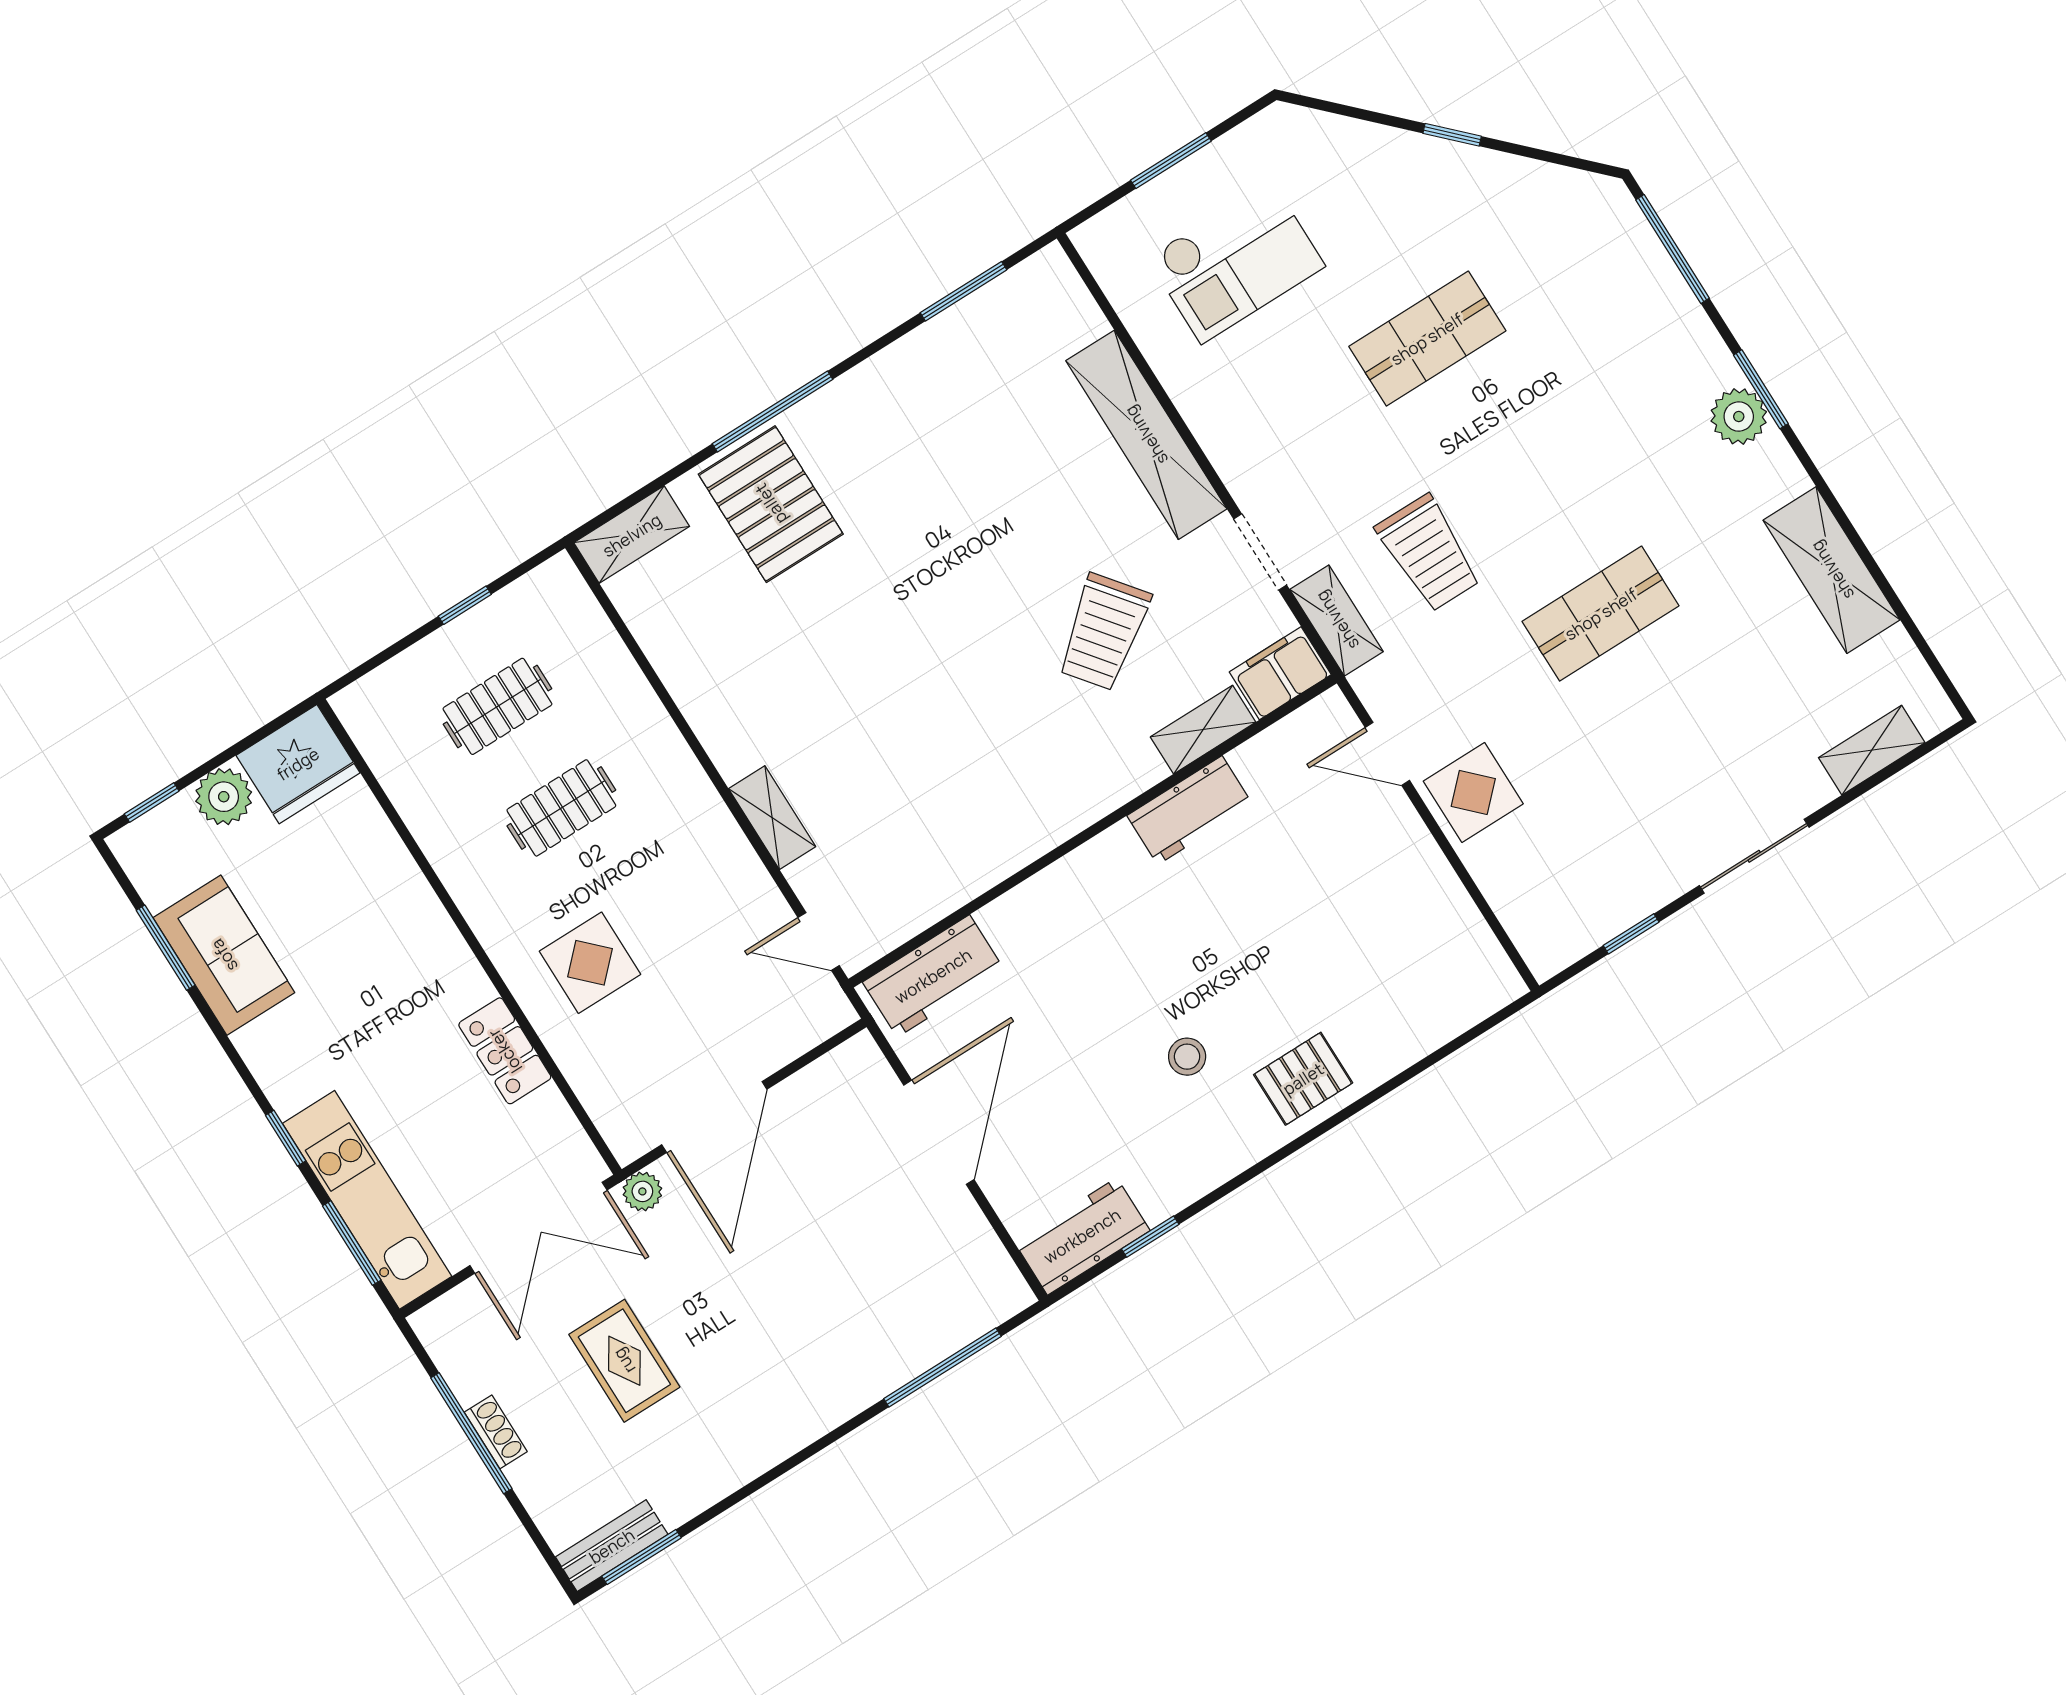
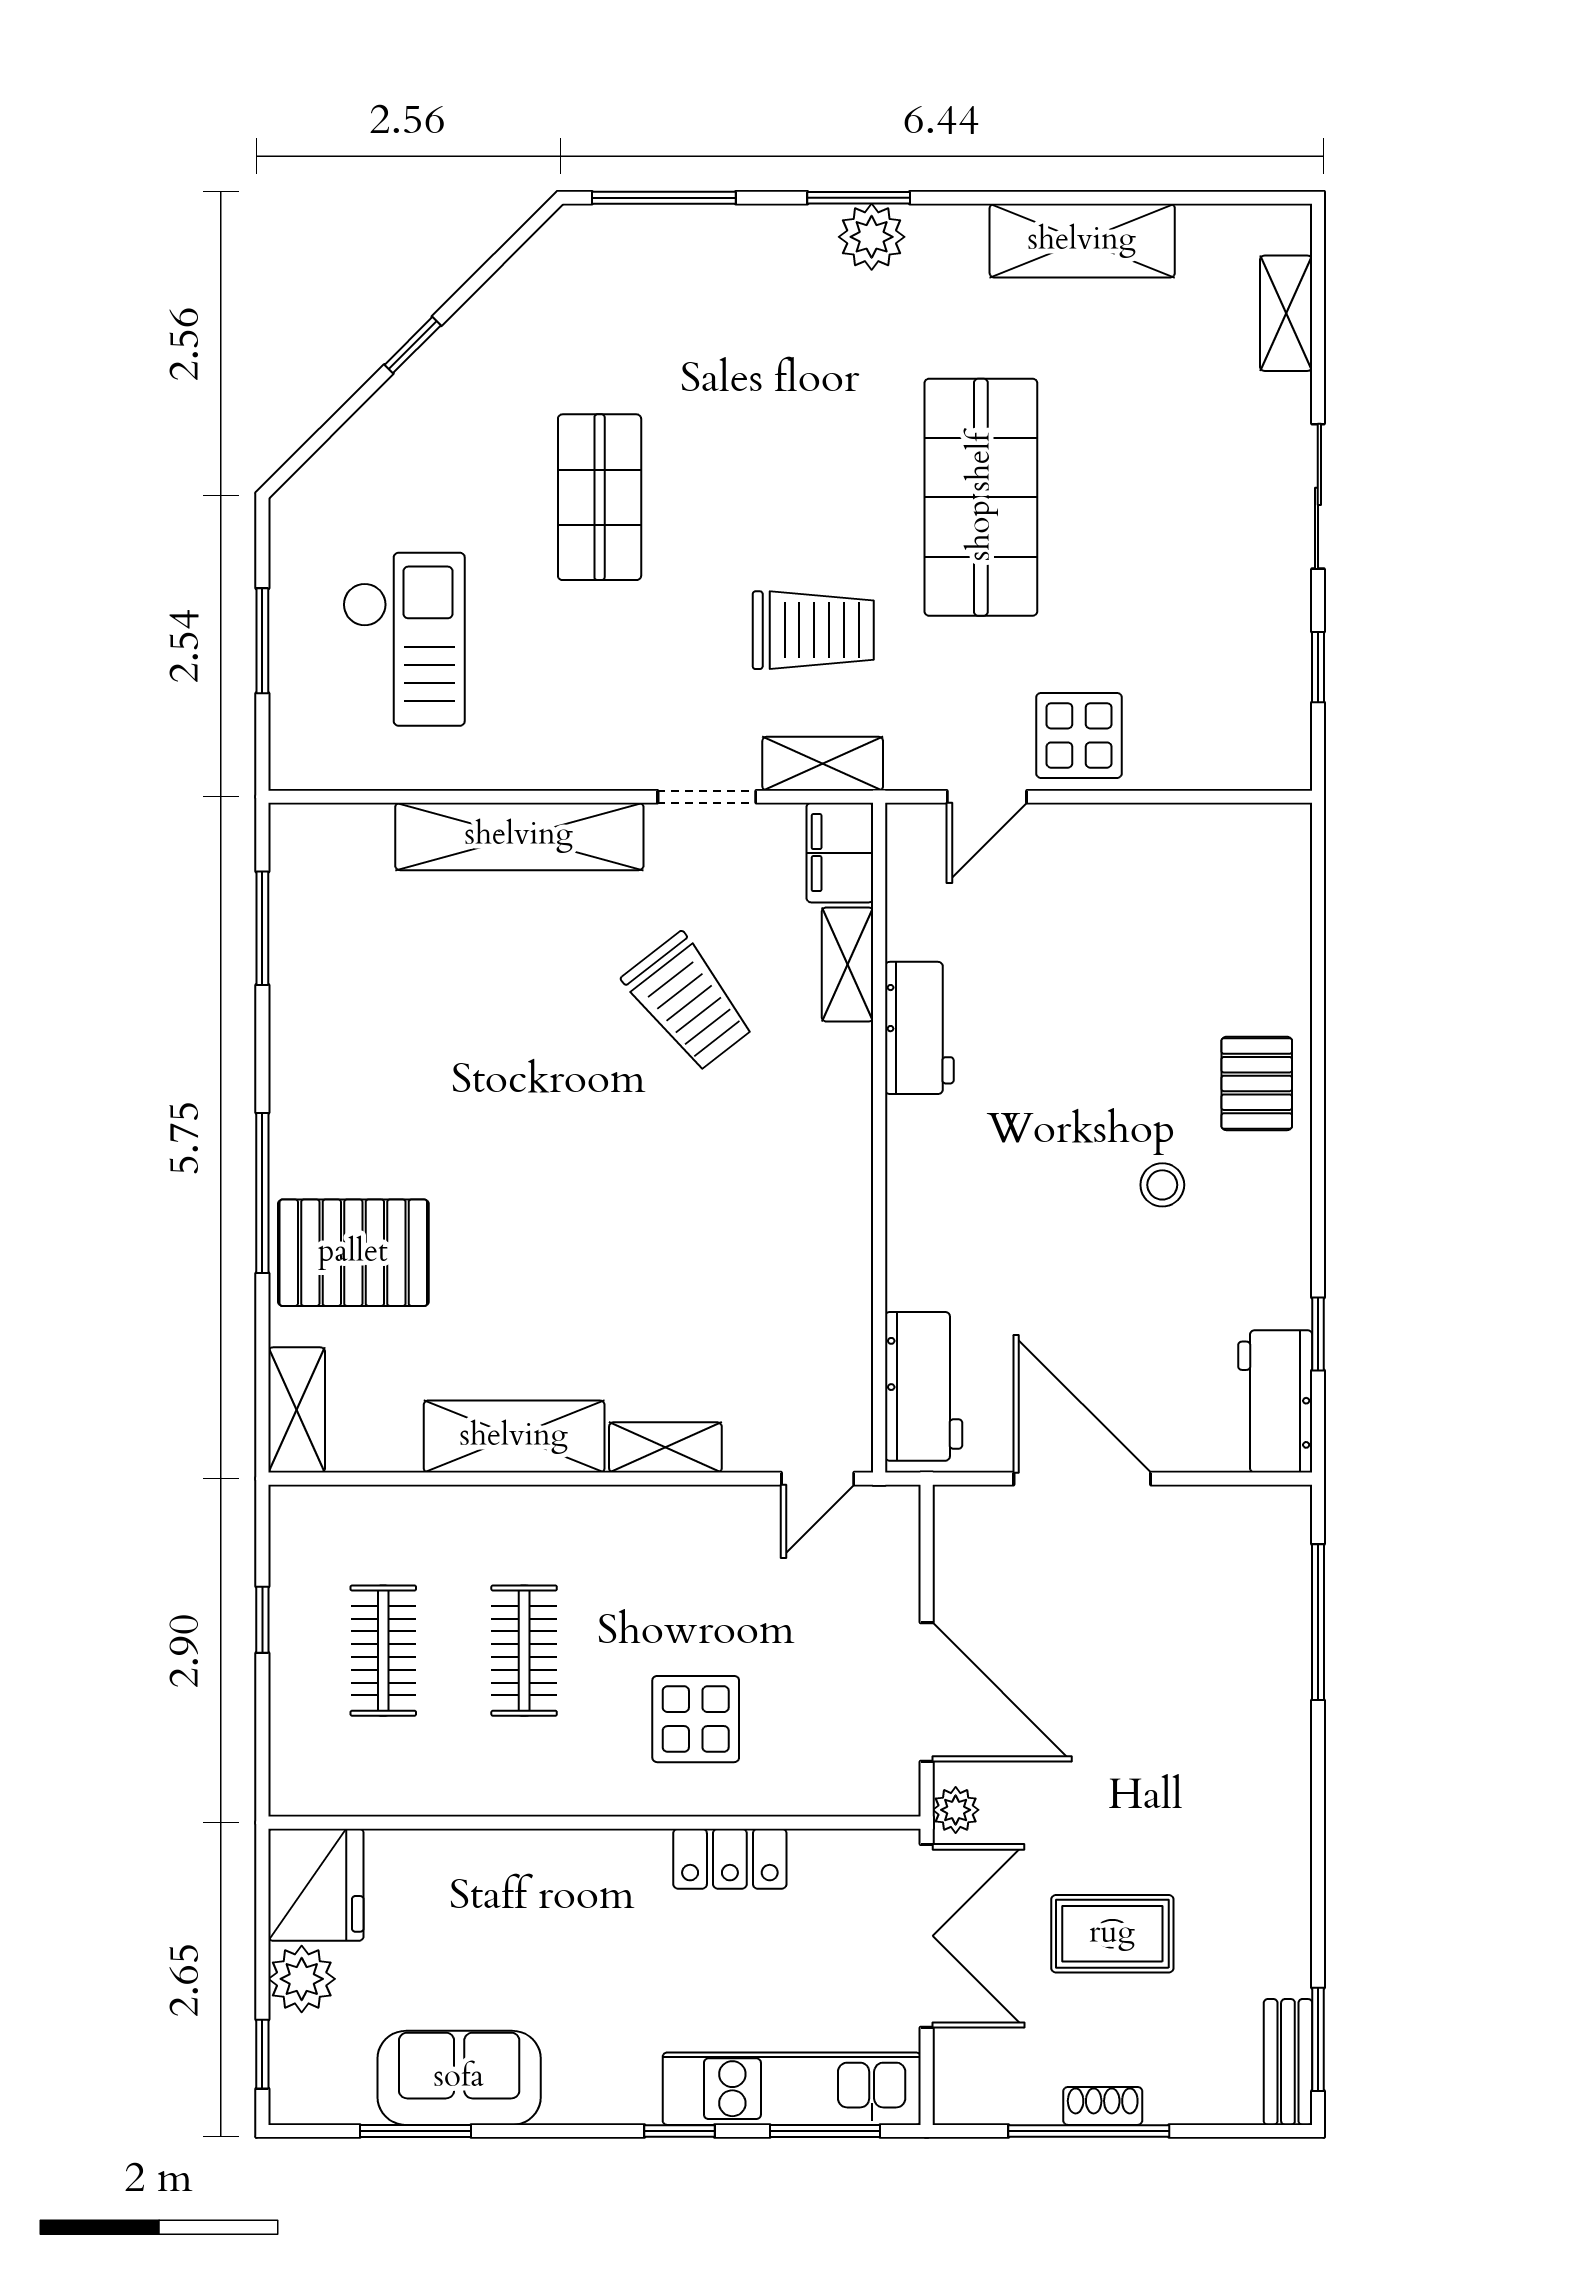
shop shelf: (1601, 614) -> (981, 497), width x1.43, depth x1.36
shelving: (711, 704) -> (514, 1437), added

